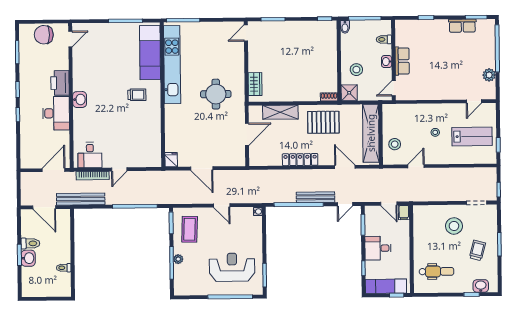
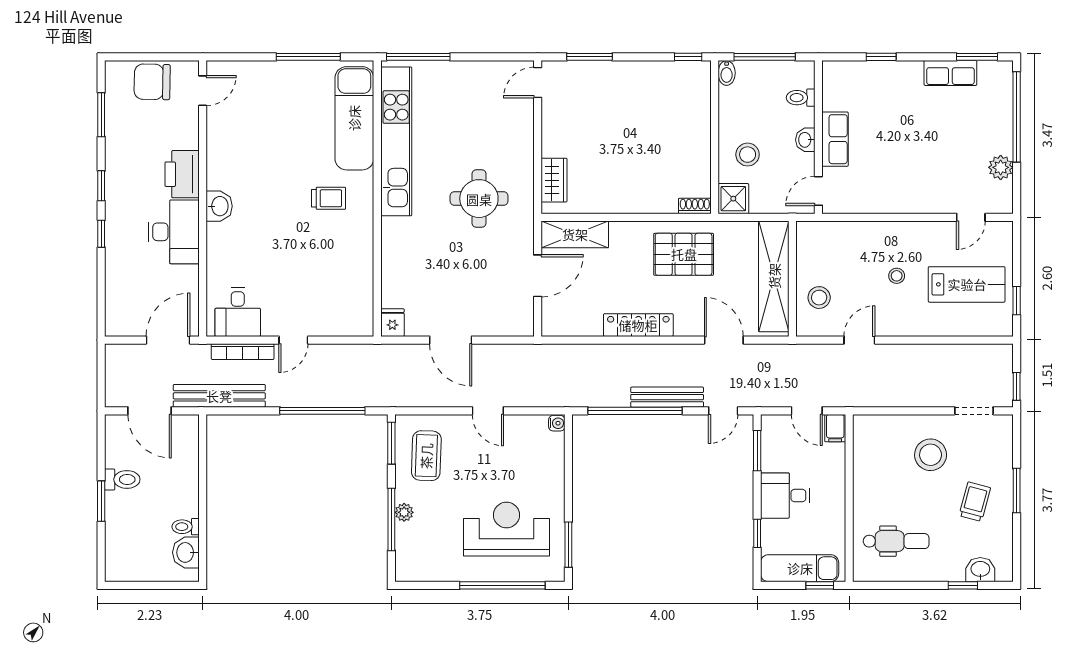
shelving: (280, 112) -> (575, 234), moved
washbasin: (28, 258) -> (186, 552), moved, turned 180

